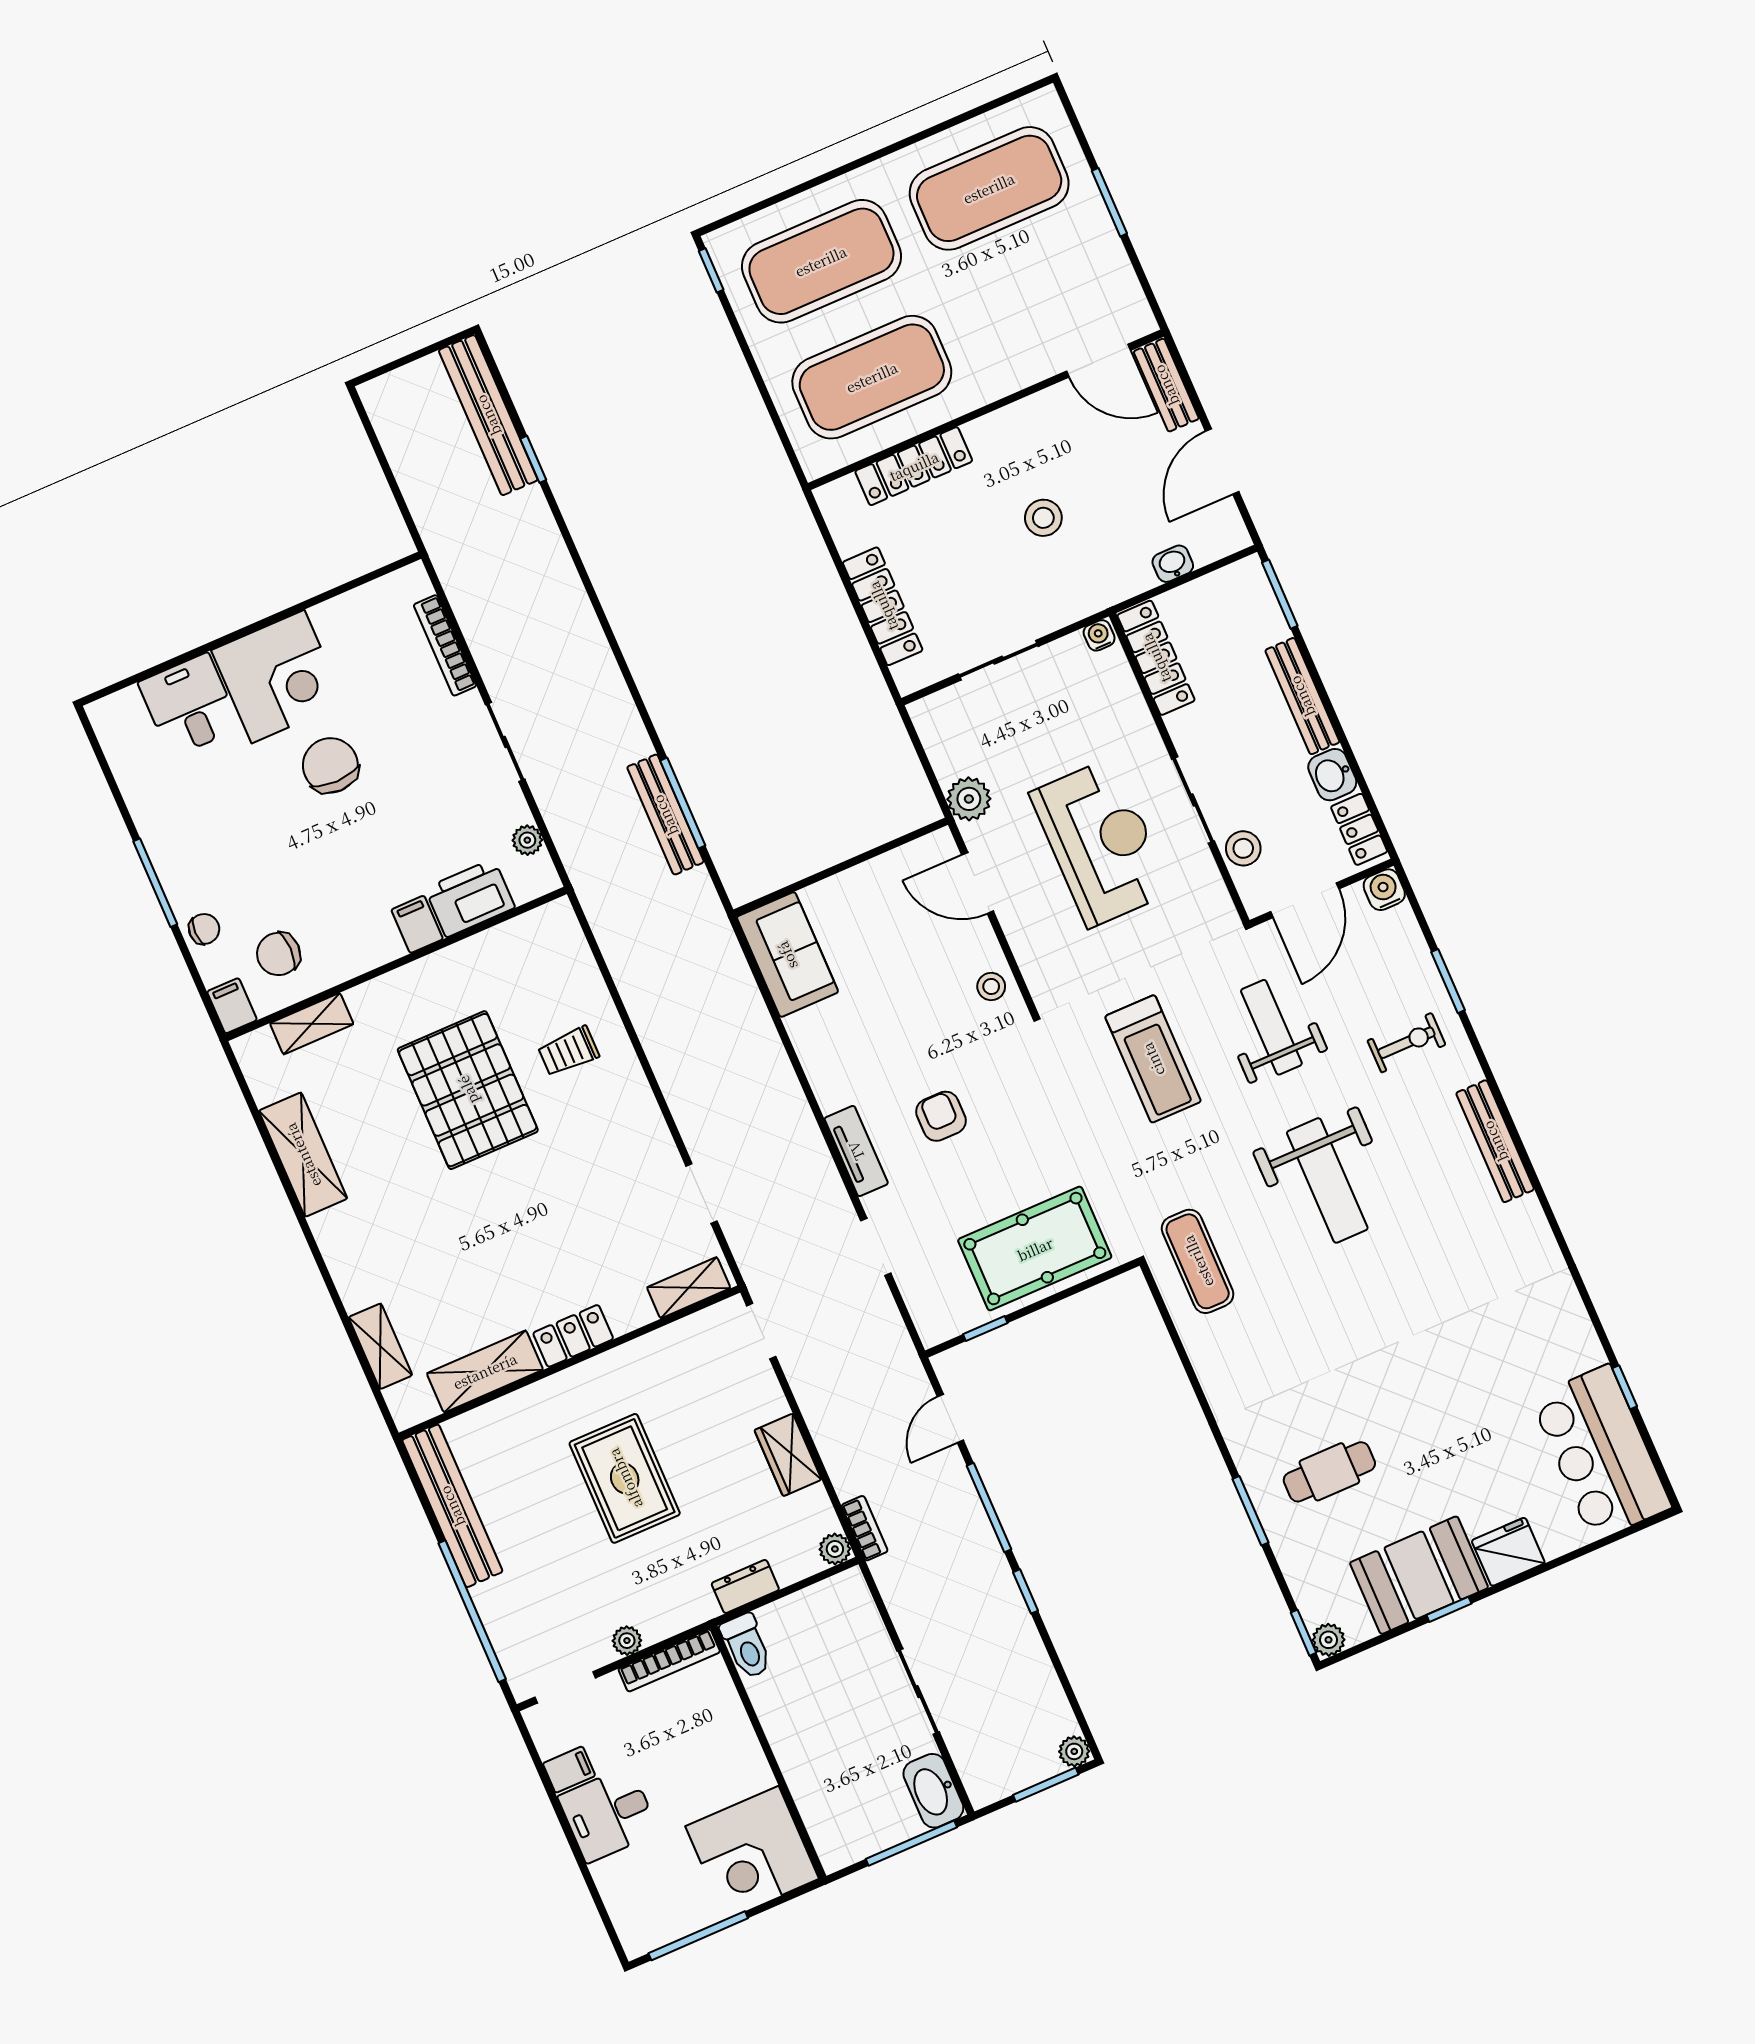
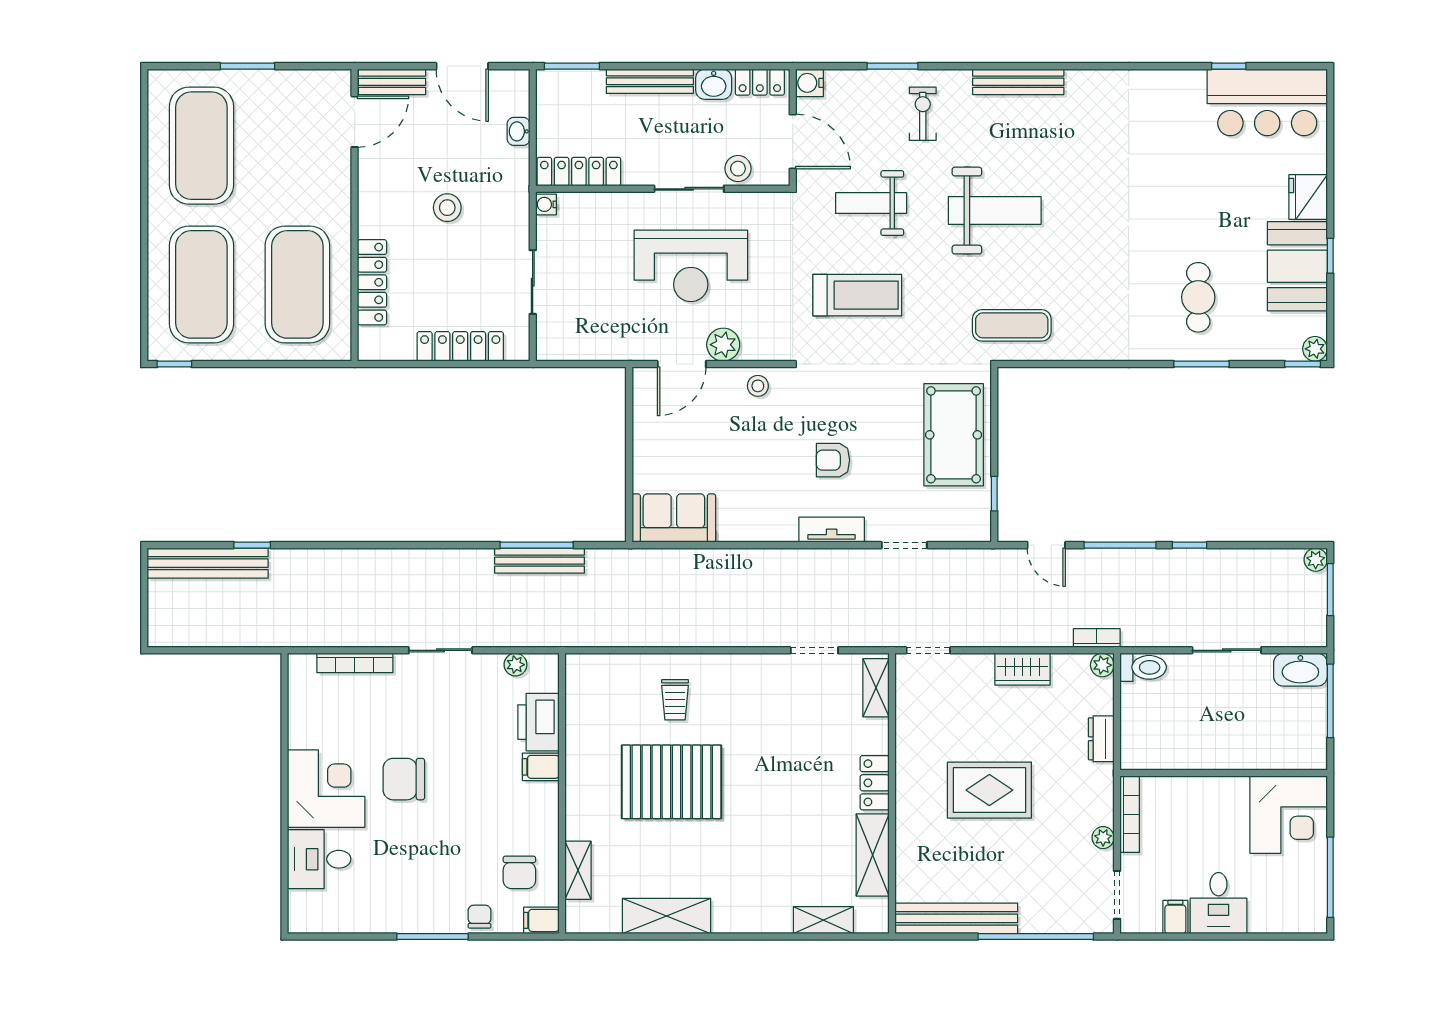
plant: (969, 799) -> (723, 345), moved
reception desk: (1101, 842) -> (691, 266), turned 180
toilet: (747, 1646) -> (1143, 667), moved

